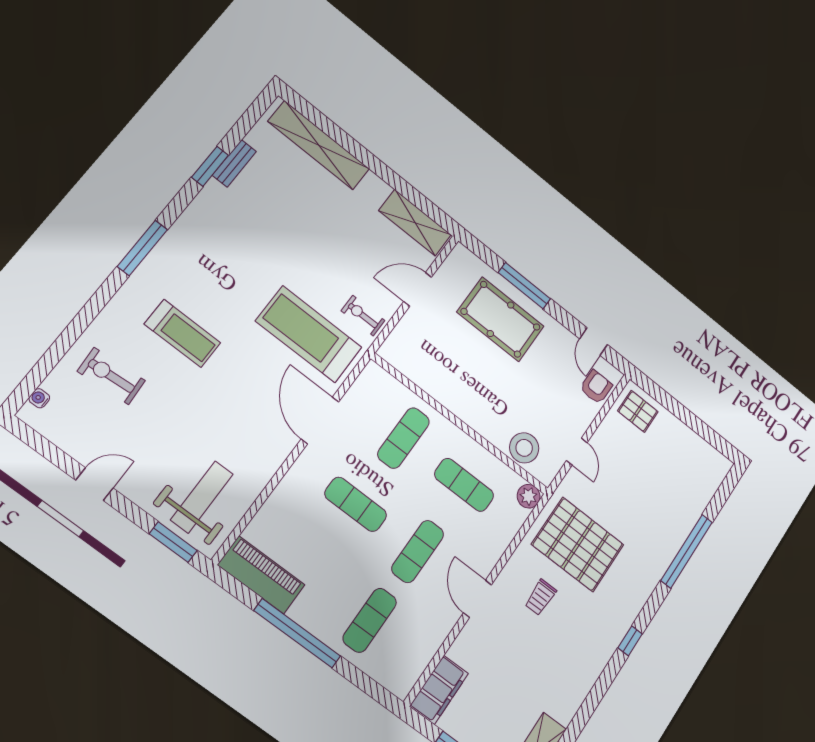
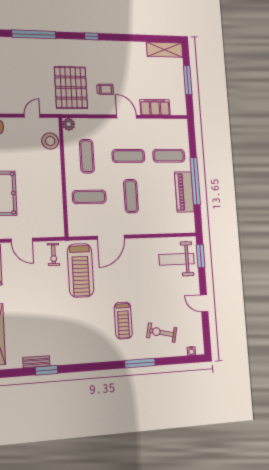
window: (142, 248) -> (140, 363), moved
treadmill: (182, 333) -> (123, 320), turned 180
exercise bike: (111, 376) -> (162, 333), turned 107
piano: (261, 575) -> (184, 192), moved
door: (477, 599) -> (127, 117), swing flipped
filing cabinet: (439, 690) -> (155, 107), moved

